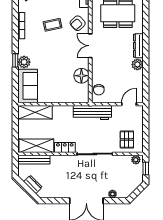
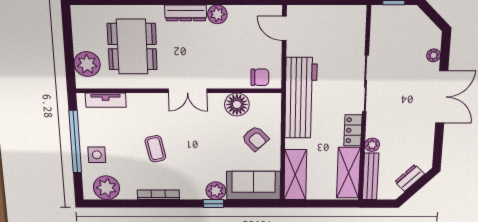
armchair: (78, 23) -> (255, 138), moved
workbench: (92, 113) -> (301, 98), width x1.36, depth x1.32
pallet: (127, 139) -> (343, 32), removed
plant: (136, 160) -> (372, 145), moved

